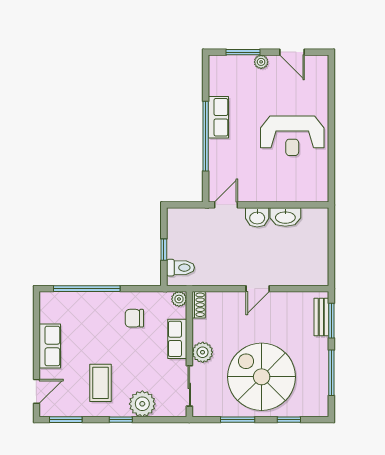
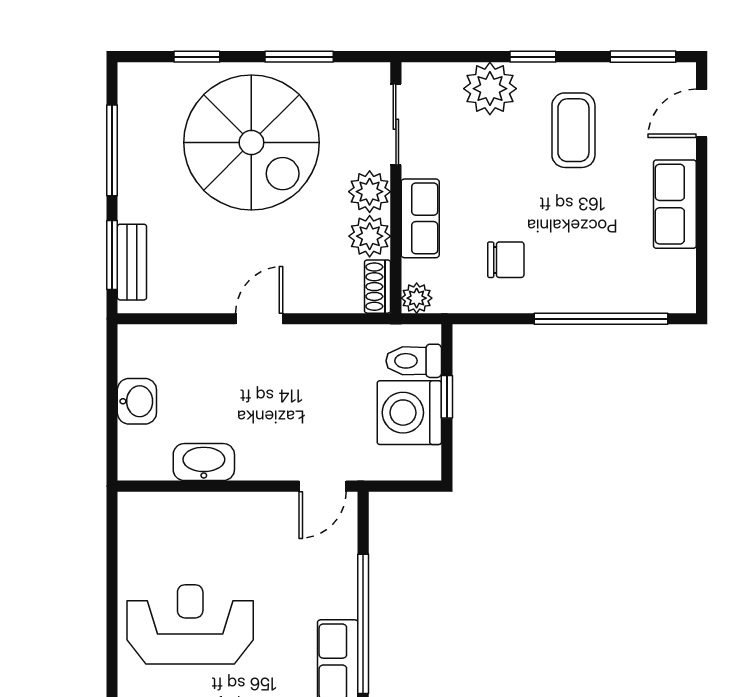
washbasin: (257, 217) -> (137, 401), moved, turned 90
washing machine: (183, 242) -> (409, 413), added
plant: (202, 330) -> (370, 236), added

